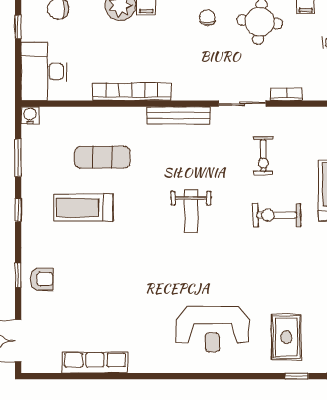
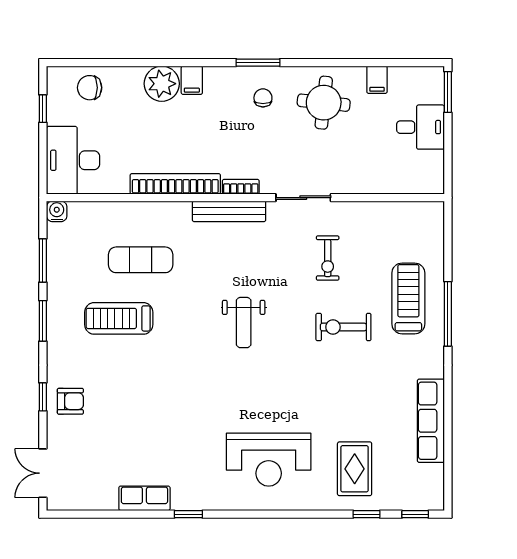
bookcase: (286, 94) -> (241, 187), moved
window: (18, 210) -> (43, 321), width x1.50
row of seats: (95, 363) -> (144, 498), width x0.68
window: (143, 376) -> (188, 514), added

